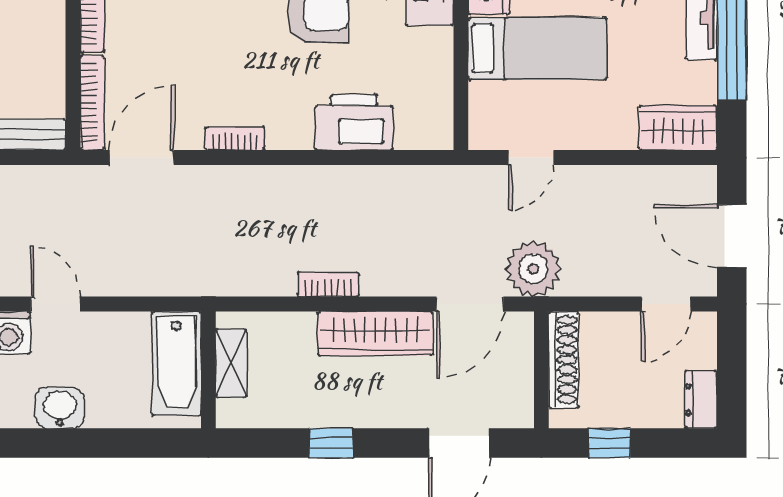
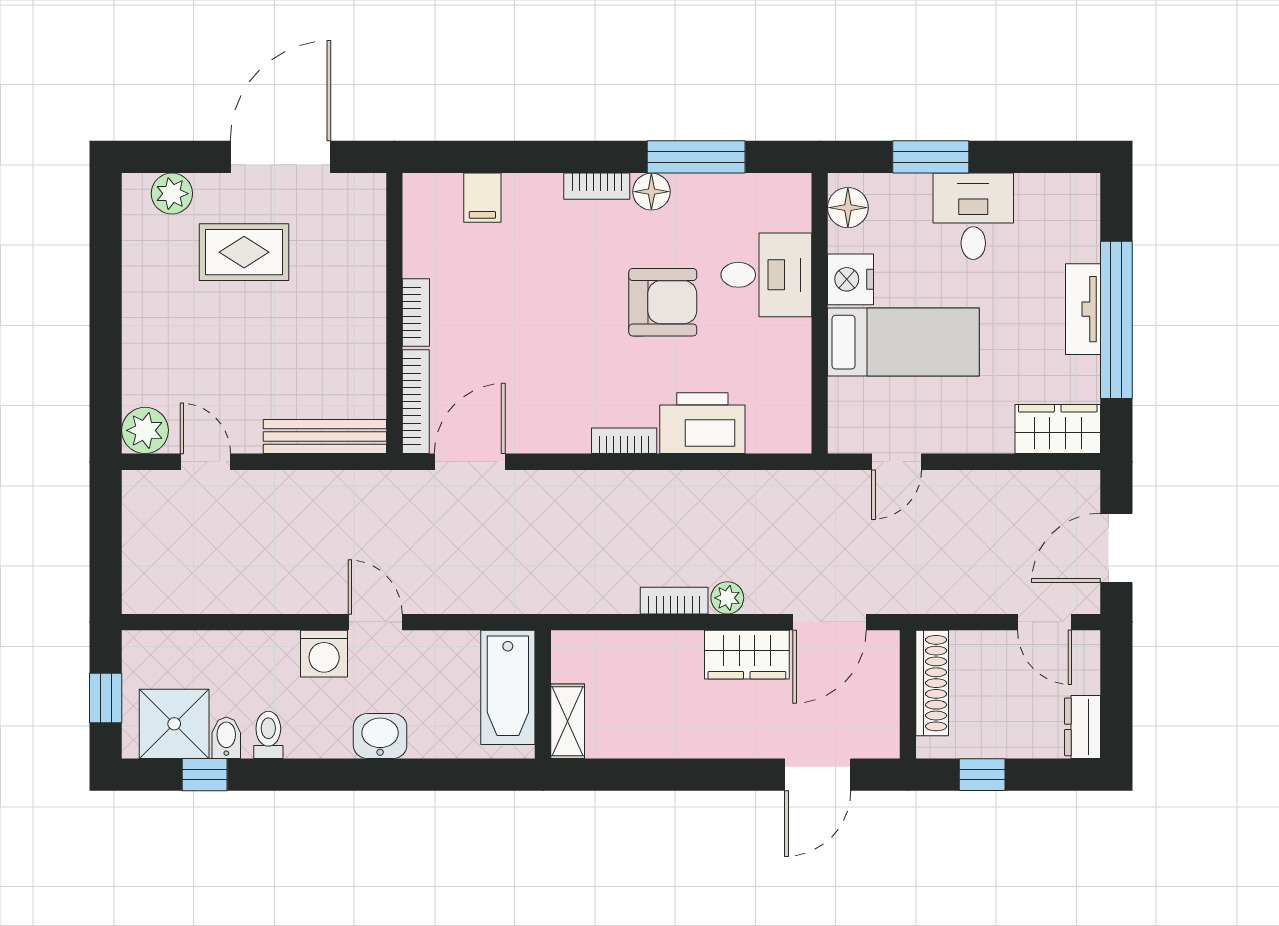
bookcase: (235, 138) -> (624, 441), moved
door: (732, 236) -> (1116, 548), hinge flipped
plant: (533, 269) -> (727, 598), moved, width x0.53, depth x0.53
door: (666, 304) -> (1045, 622), hinge flipped
wardrobe: (375, 334) -> (747, 655), width x0.67
shelving: (231, 363) -> (568, 721), moved
window: (331, 443) -> (677, 775), removed

